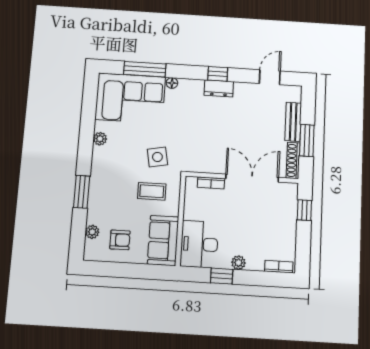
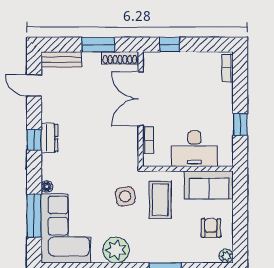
bench: (293, 122) -> (61, 59), moved
plant: (100, 139) -> (116, 250), width x1.88, depth x1.88
coffee table: (152, 191) -> (160, 200), width x1.36, depth x1.30
plant: (92, 232) -> (226, 256), moved
desk: (199, 244) -> (194, 149), moved
plant: (238, 263) -> (226, 109), removed

